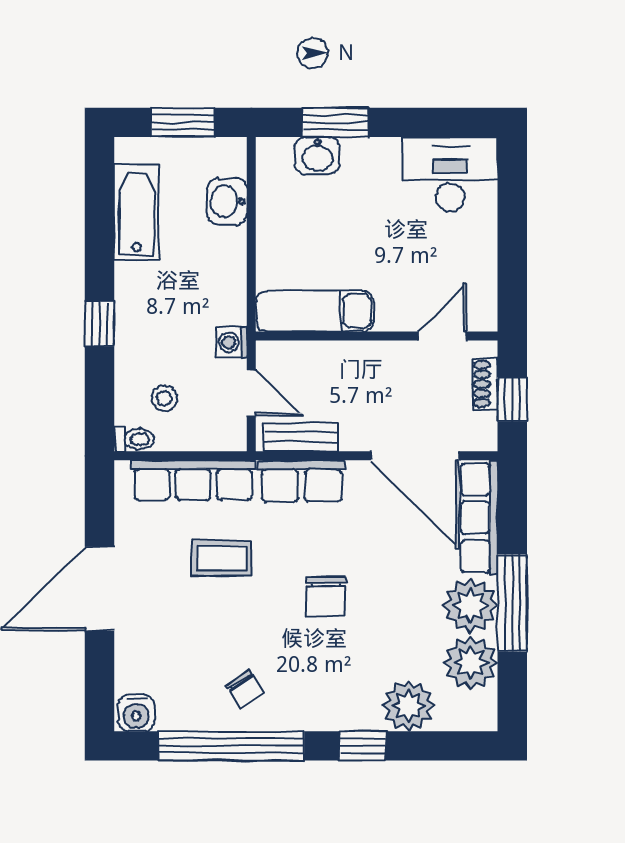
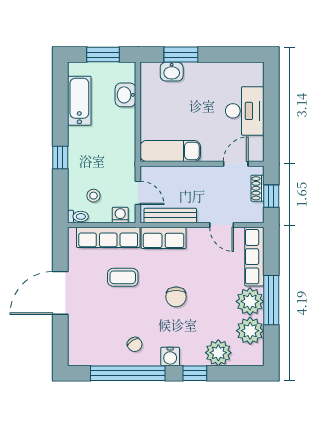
desk: (450, 174) -> (245, 111), moved, turned 90
washing machine: (232, 342) -> (120, 215), moved, turned 90
bench: (301, 437) -> (170, 215), width x1.36
door: (415, 456) -> (222, 225), width x0.53
water cooler: (136, 713) -> (170, 356), moved

